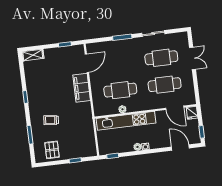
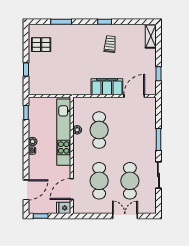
double door: (193, 58) -> (125, 216), swing flipped
door: (87, 63) -> (134, 96), swing flipped
trolley: (51, 120) -> (110, 44), moved

